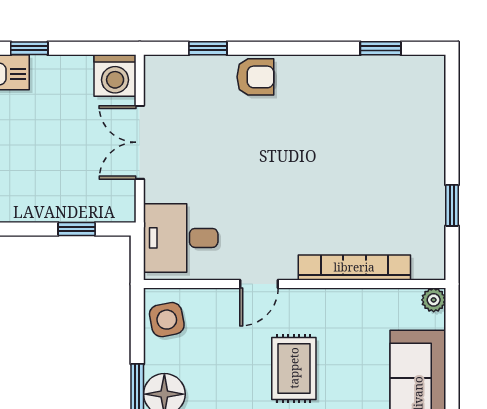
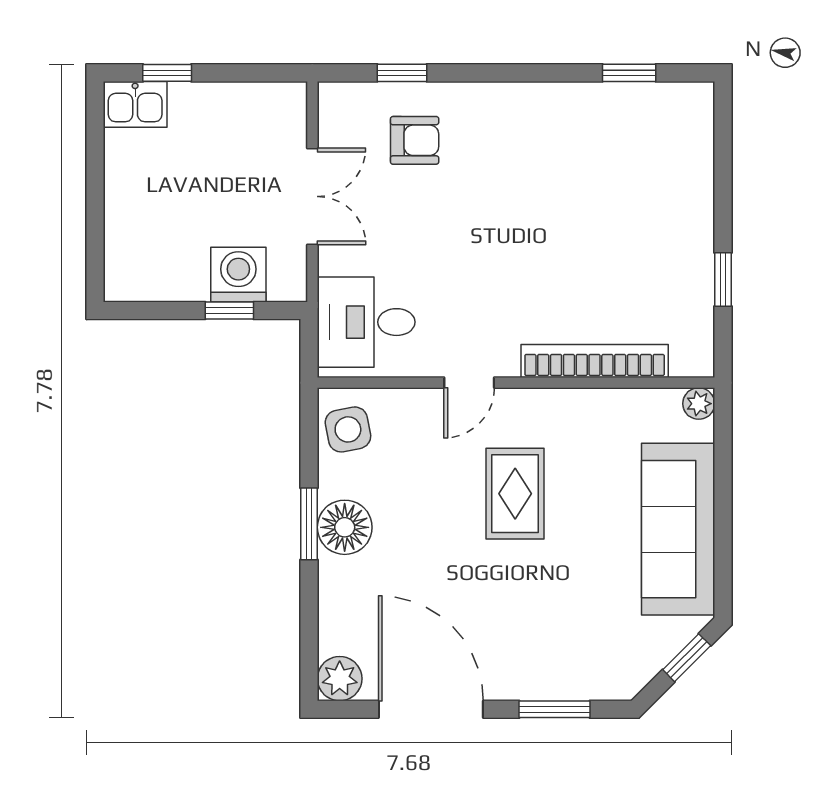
washing machine: (115, 76) -> (238, 275), moved, turned 180
armchair: (255, 77) -> (415, 140), moved
double door: (140, 142) -> (312, 196), swing flipped

